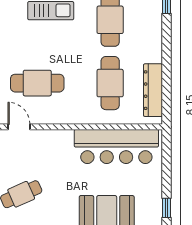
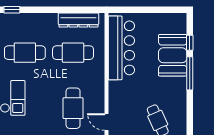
door: (19, 127) -> (106, 122), hinge flipped
window: (167, 208) -> (168, 10), removed

